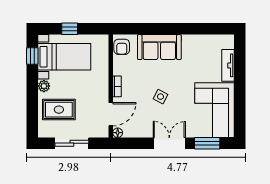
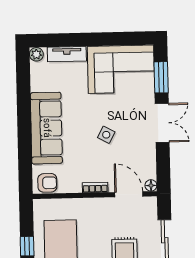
plant: (229, 40) -> (36, 54), added
sofa: (159, 47) -> (46, 128), width x1.36
double door: (169, 143) -> (162, 123), swing flipped

